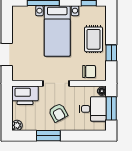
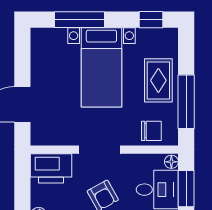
window: (111, 53) -> (186, 102), width x2.17

